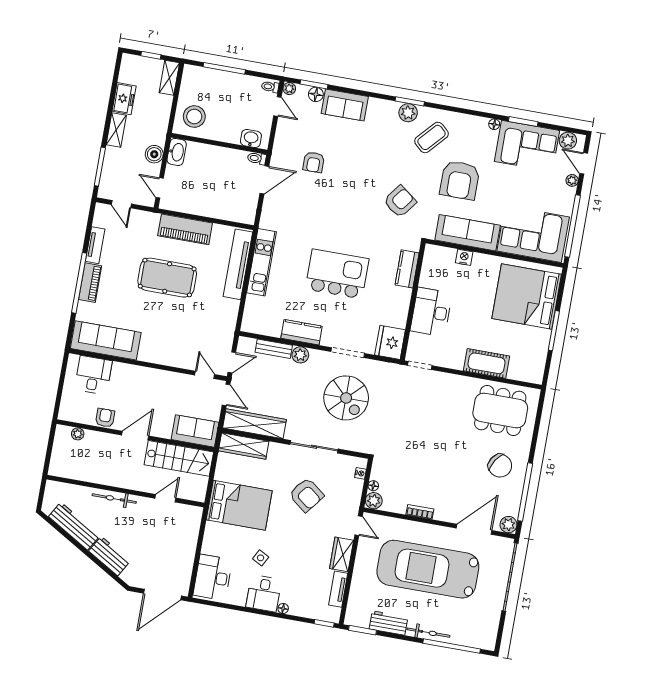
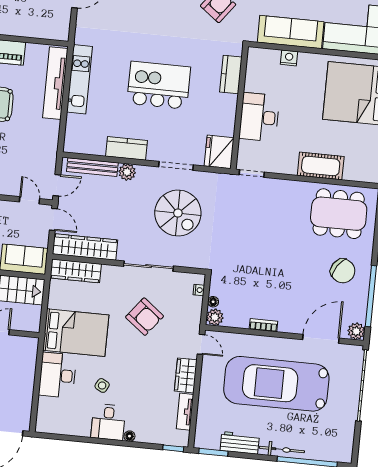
bench: (274, 349) -> (92, 167), width x1.36
desk: (213, 577) -> (58, 375), moved

